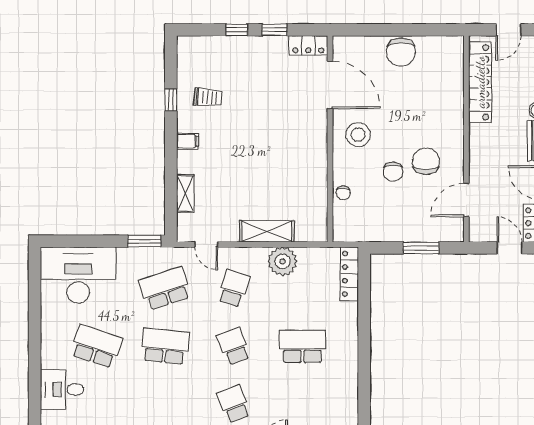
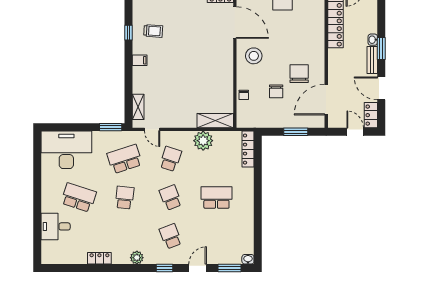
chair: (393, 172) -> (276, 91), moved
shelving: (185, 193) -> (138, 107), moved
door: (466, 200) -> (326, 100), width x1.36
shelving: (267, 231) -> (215, 121), moved
school desk: (165, 346) -> (125, 198), width x0.54

